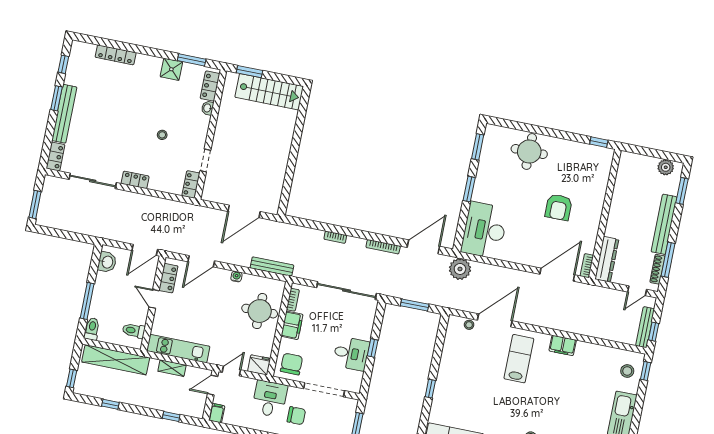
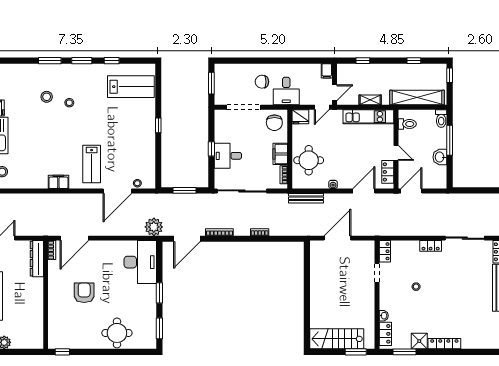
locker: (116, 55) -> (444, 344), moved
washbasin: (107, 262) -> (440, 157), moved
desk: (351, 354) -> (228, 156), moved

